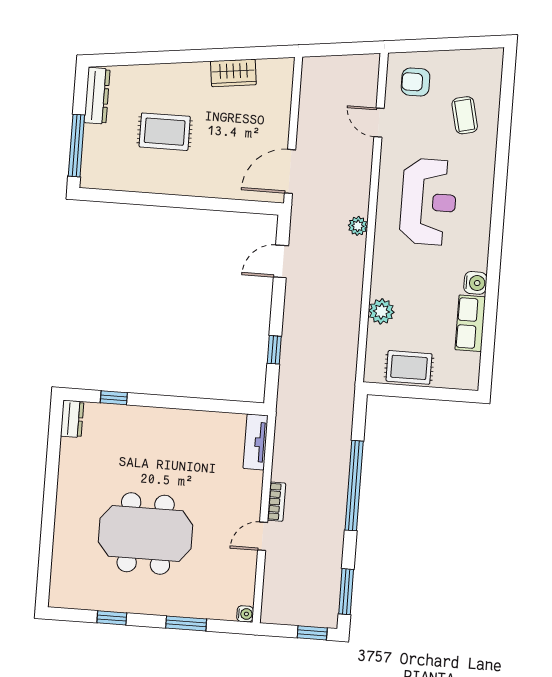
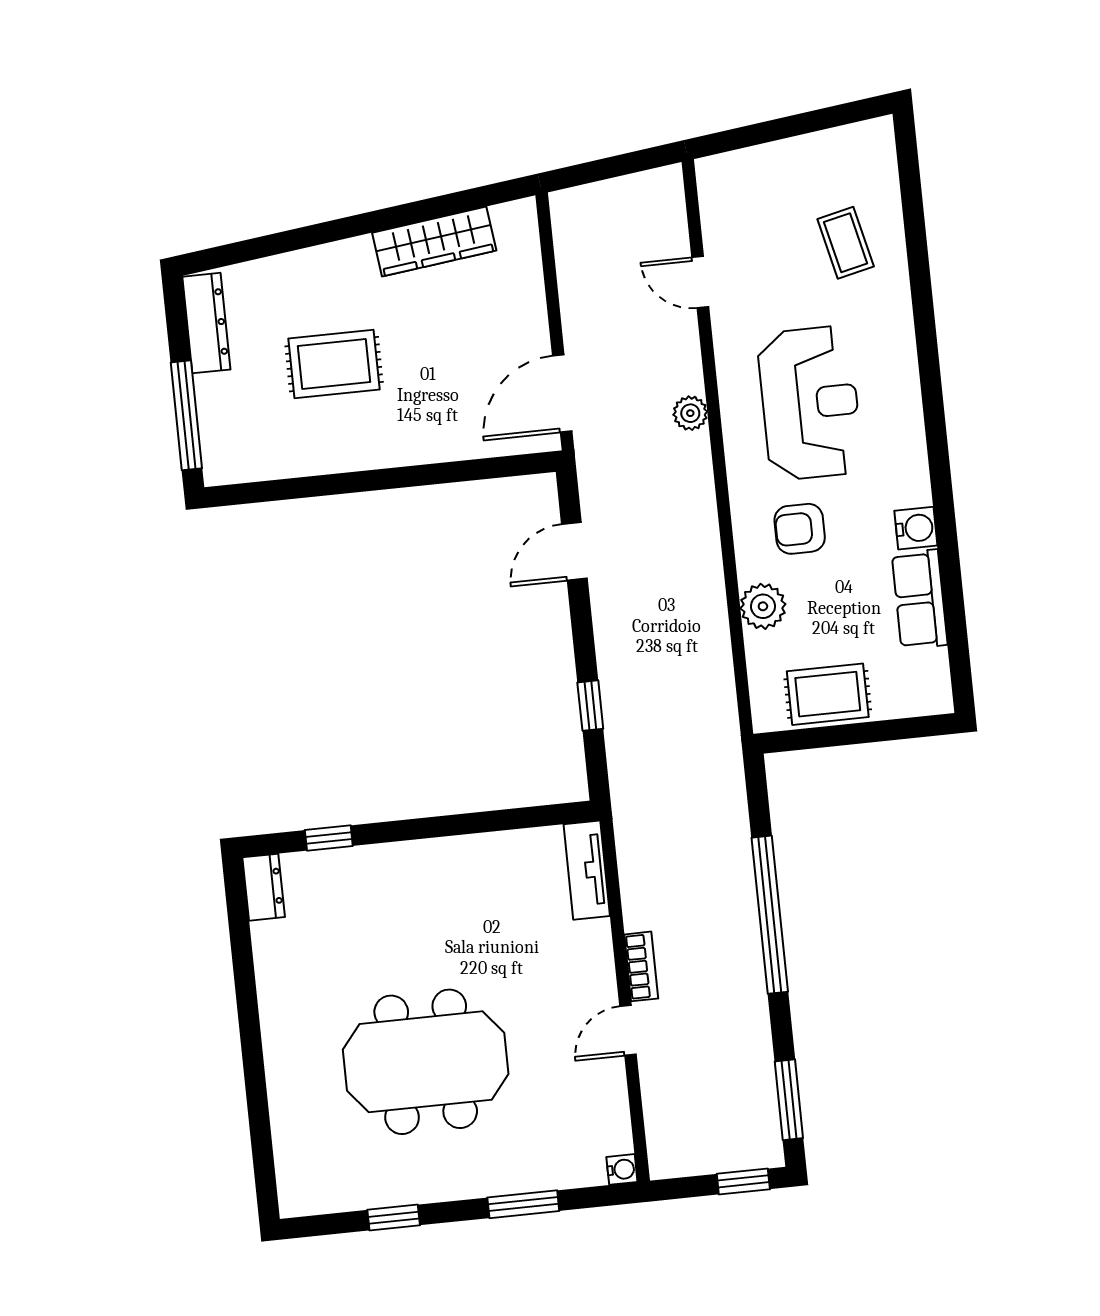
wardrobe: (233, 73) -> (434, 242), width x1.50
armchair: (416, 82) -> (800, 529), moved
plant: (358, 226) -> (690, 413), moved

